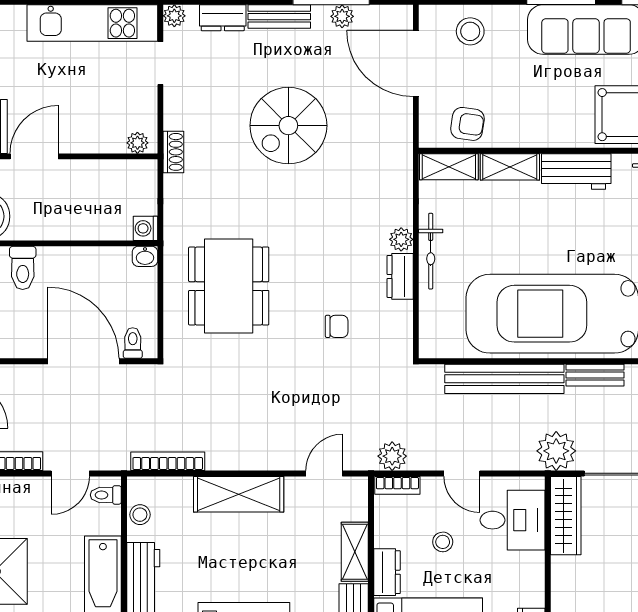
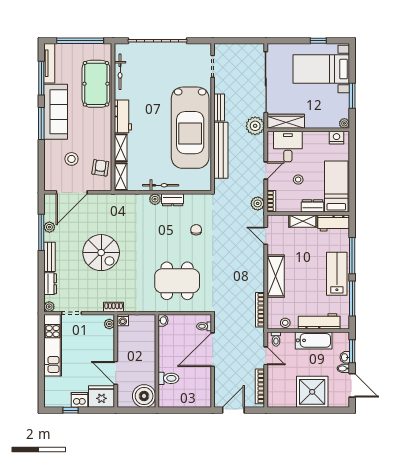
stool: (470, 31) -> (71, 159), moved
washing machine: (145, 228) -> (123, 320), moved

